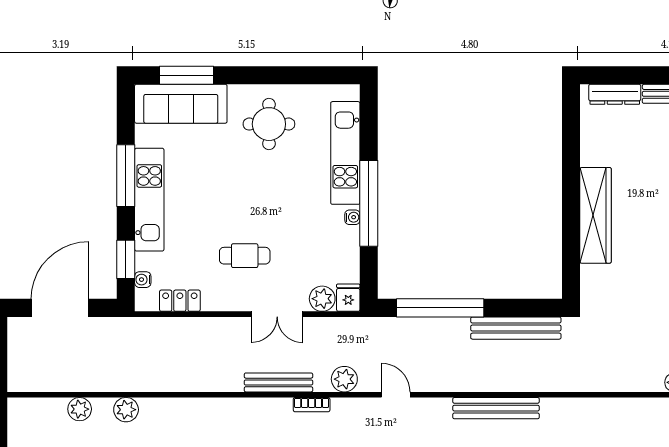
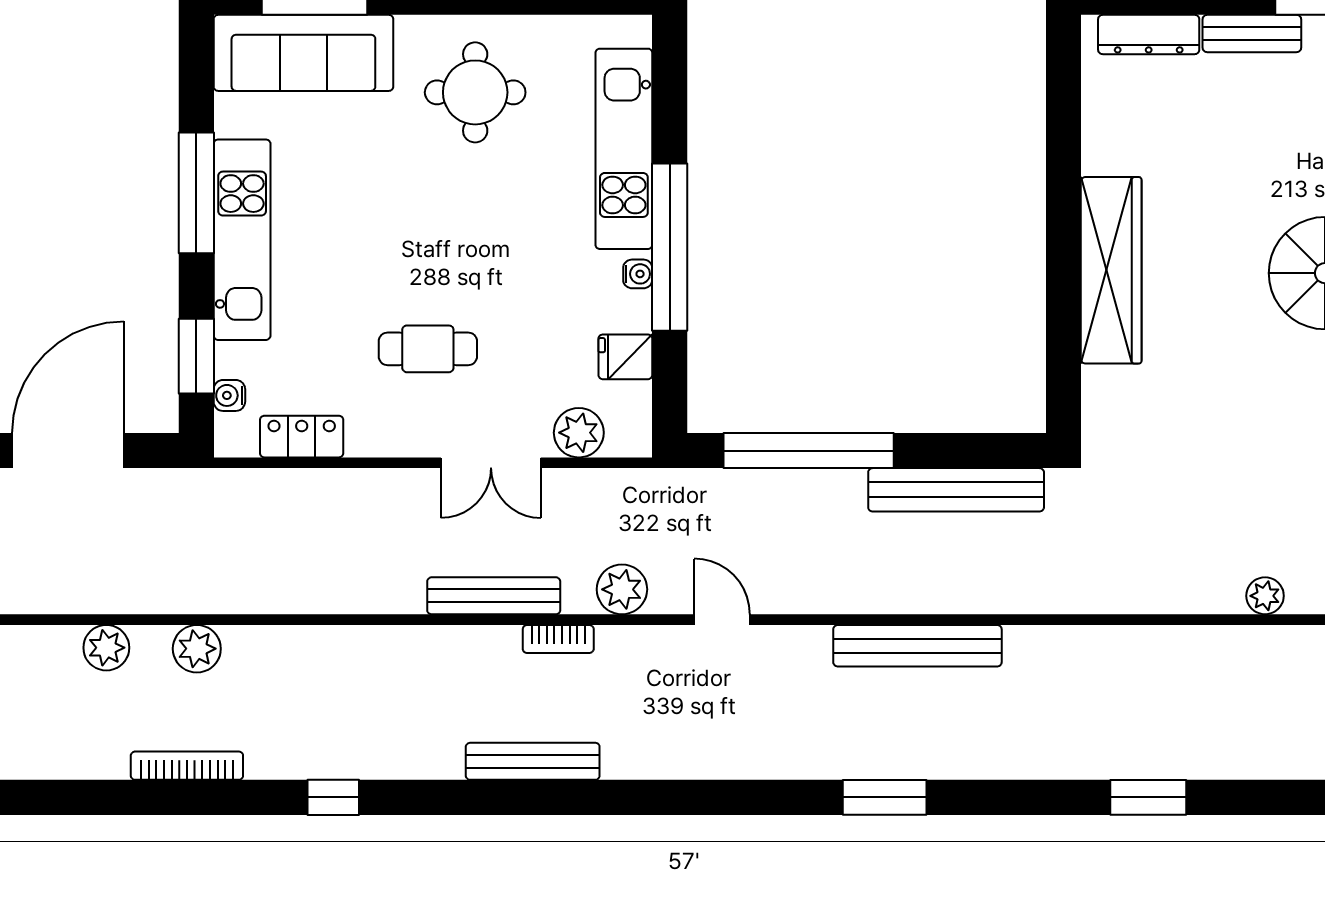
fridge: (348, 298) -> (625, 357), moved, turned -90

